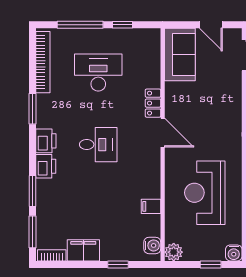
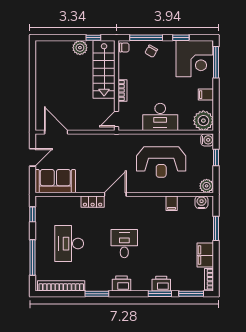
window: (122, 25) -> (33, 214), moved
printer: (46, 166) -> (161, 284), moved
window: (118, 264) -> (216, 228), width x1.50

